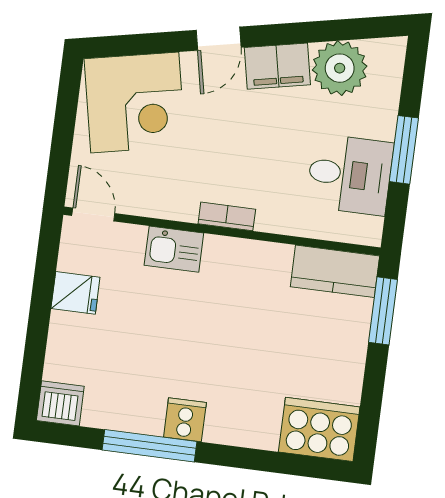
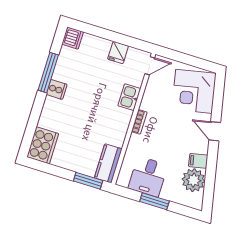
filing cabinet: (277, 66) -> (198, 161), width x0.50

